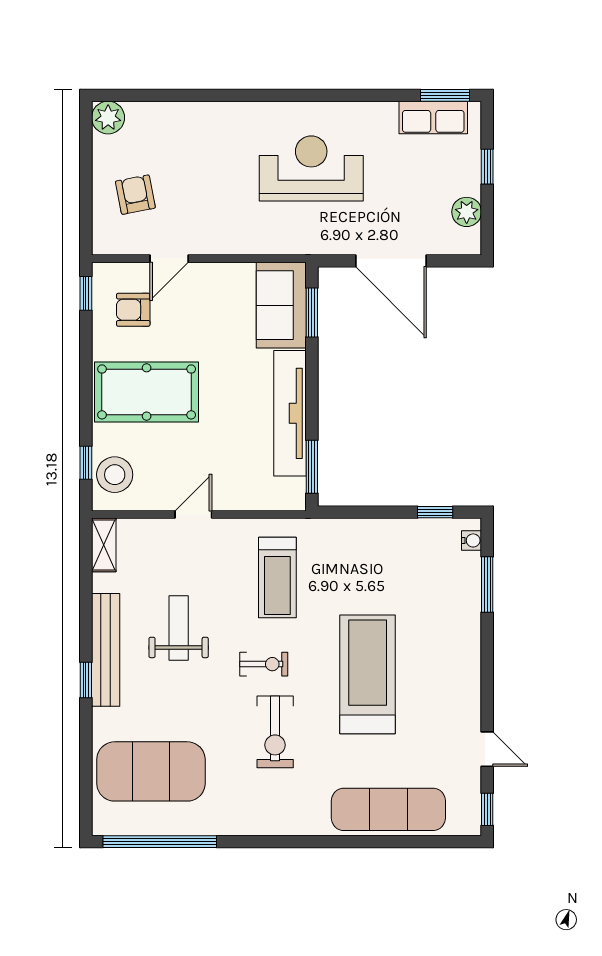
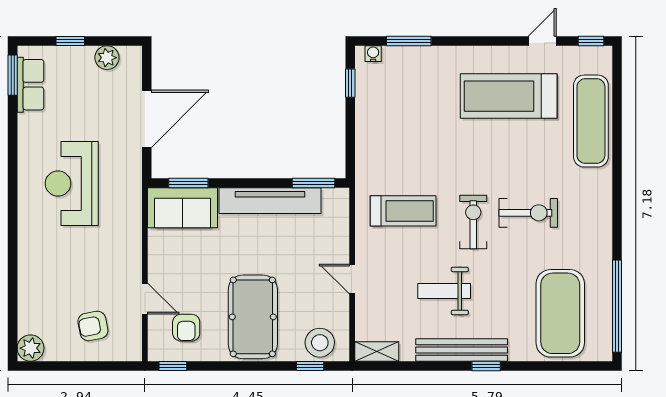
exercise bike: (264, 664) -> (473, 222), width x1.38, depth x1.39
treadmill: (368, 674) -> (509, 96), moved

